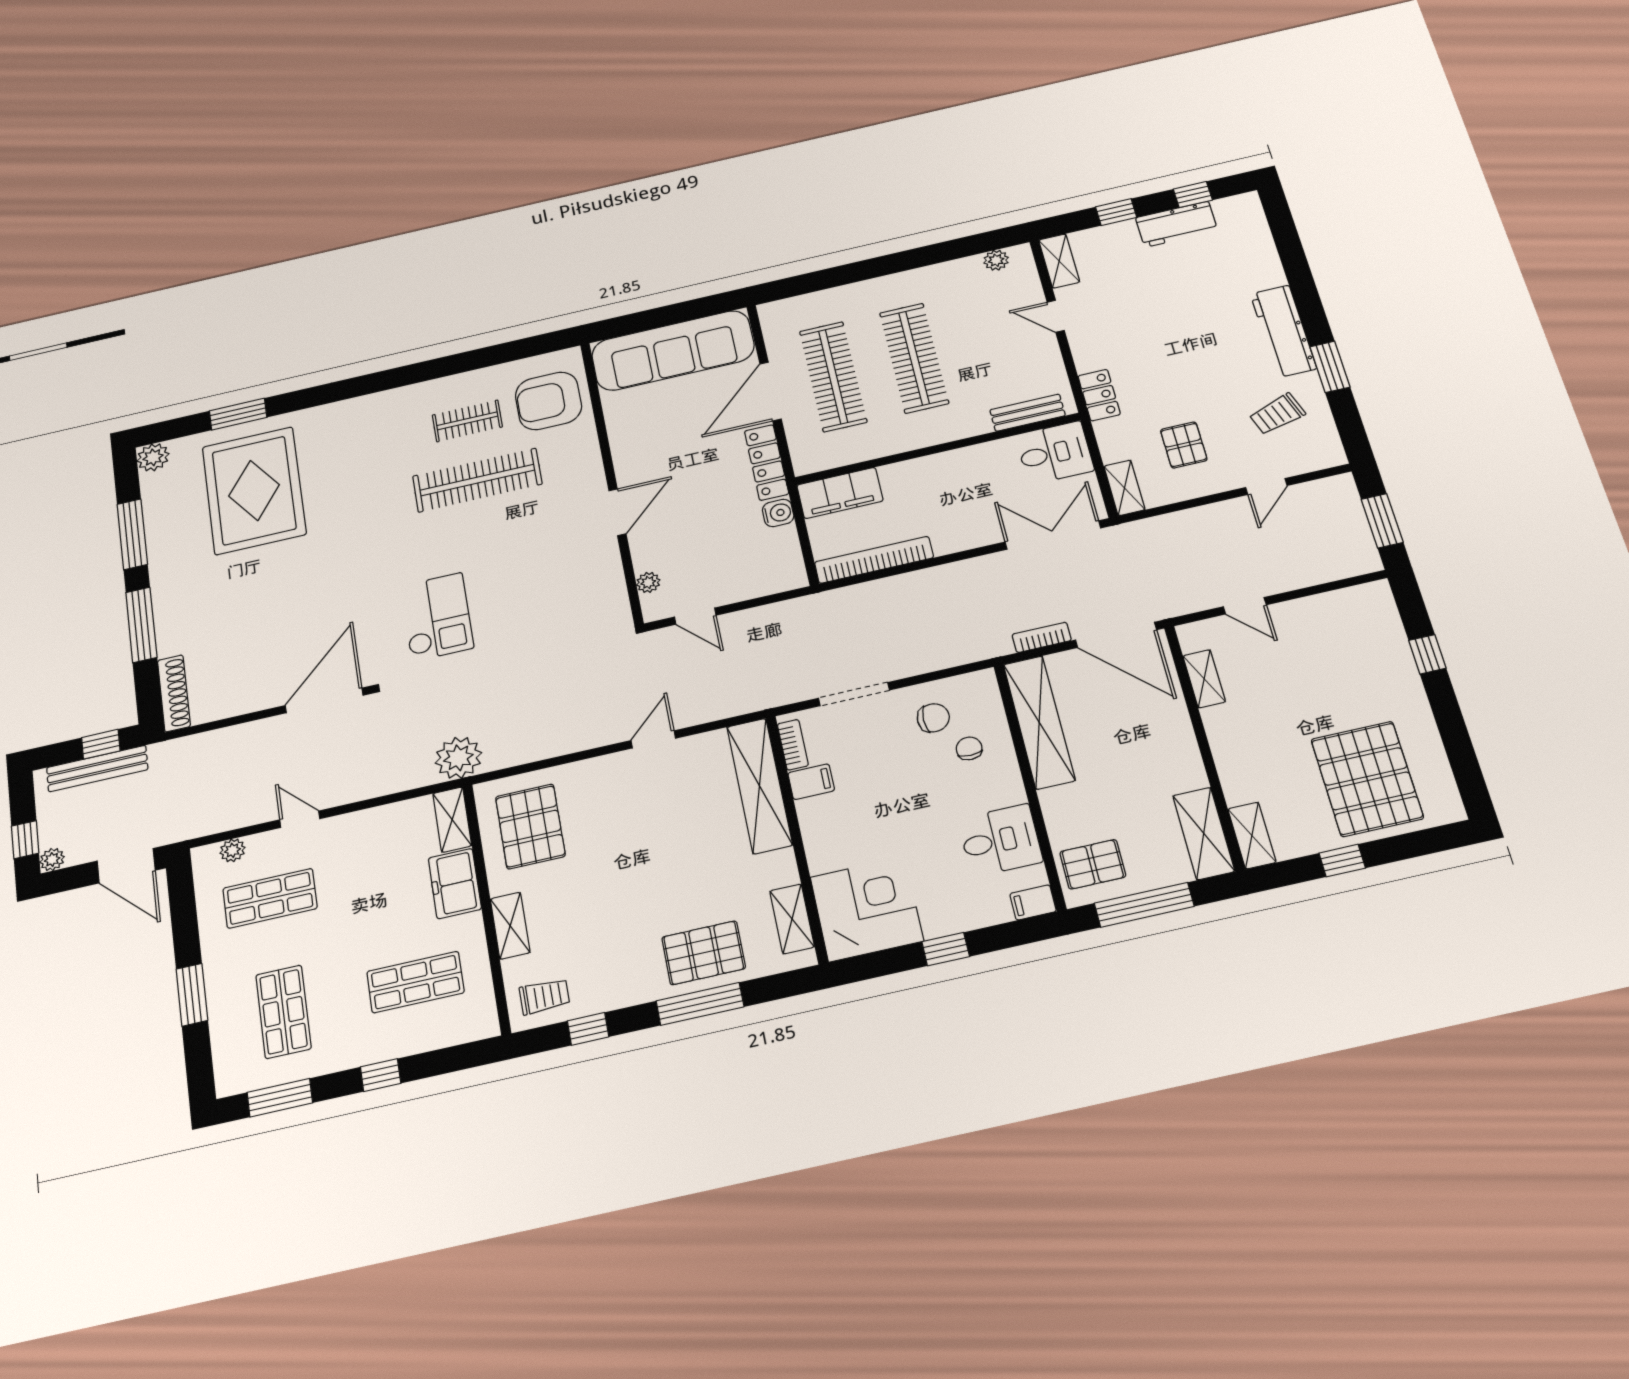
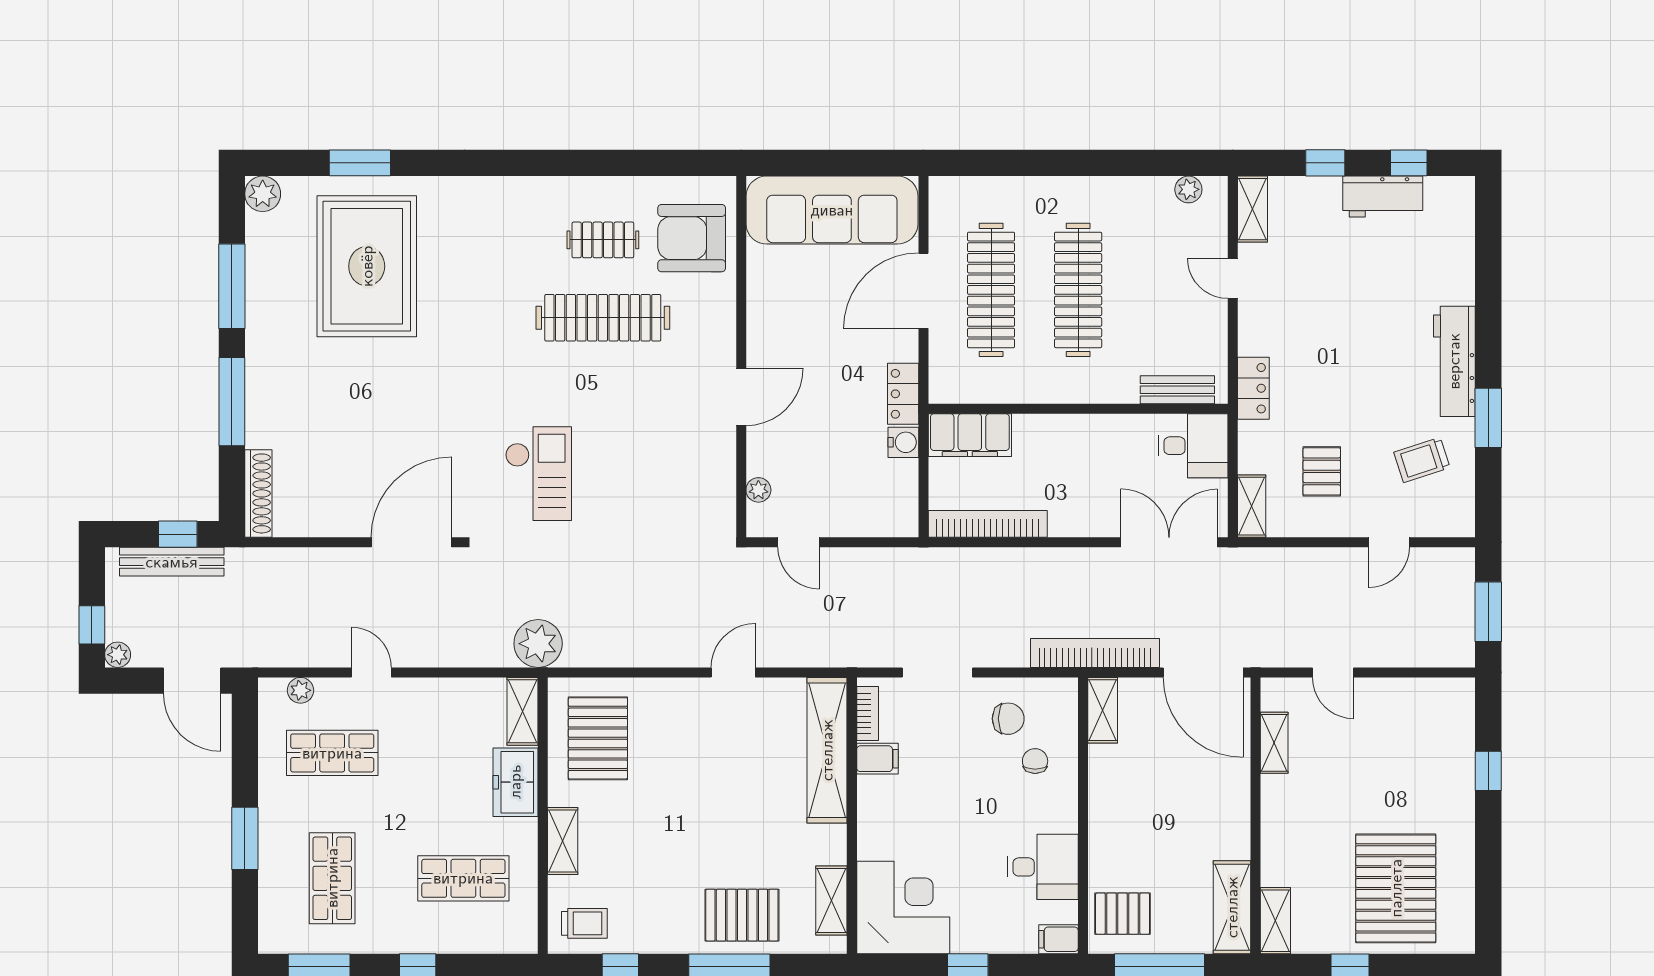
locker: (766, 462) -> (903, 394), width x0.66
bookcase: (1042, 637) -> (1095, 653), width x2.31, depth x1.31
shelving: (1039, 722) -> (1103, 710), width x0.45, depth x0.75

